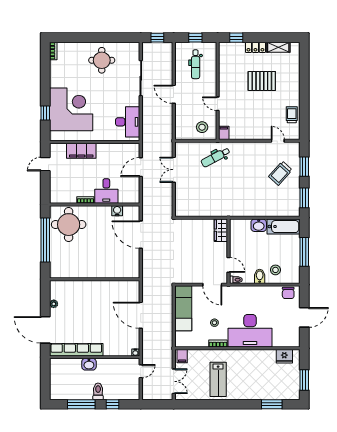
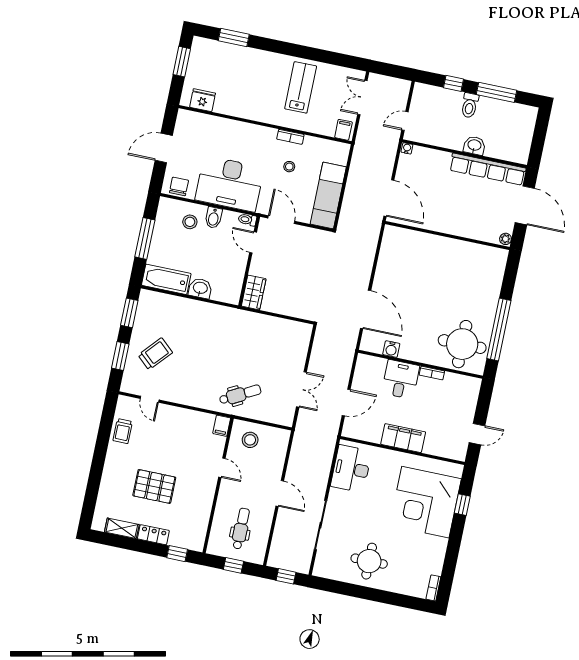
filing cabinet: (81, 151) -> (403, 438), moved
wall: (95, 279) -> (447, 235), moved
desk: (250, 331) -> (230, 184), moved, turned 180

